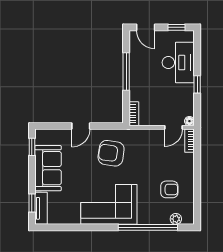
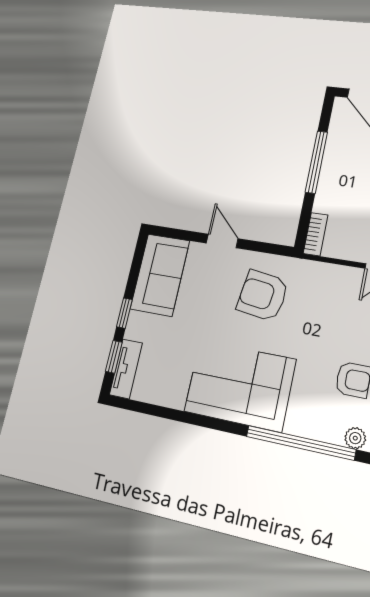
door: (81, 126) -> (222, 241), swing flipped
window: (32, 147) -> (124, 313), moved
sofa: (48, 168) -> (160, 275), moved

